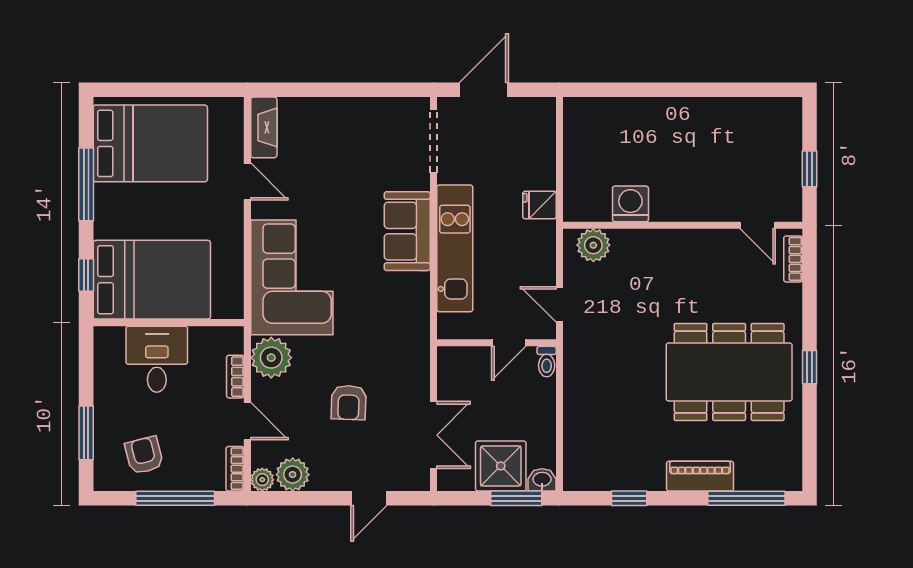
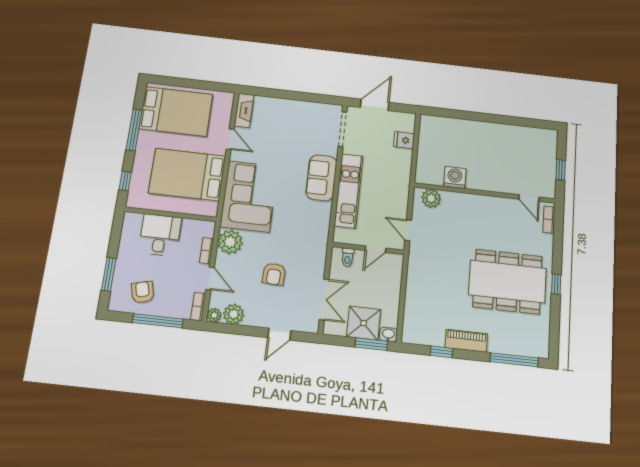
fridge: (539, 205) -> (404, 140), moved
bed: (152, 280) -> (187, 174), moved, turned 180
toilet: (547, 361) -> (348, 257), moved
piano: (700, 476) -> (466, 341), moved

